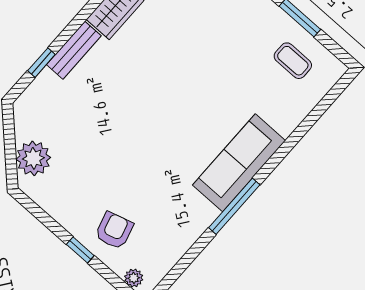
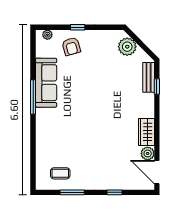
bench: (74, 50) -> (149, 77), moved
sofa: (239, 163) -> (46, 83), moved

